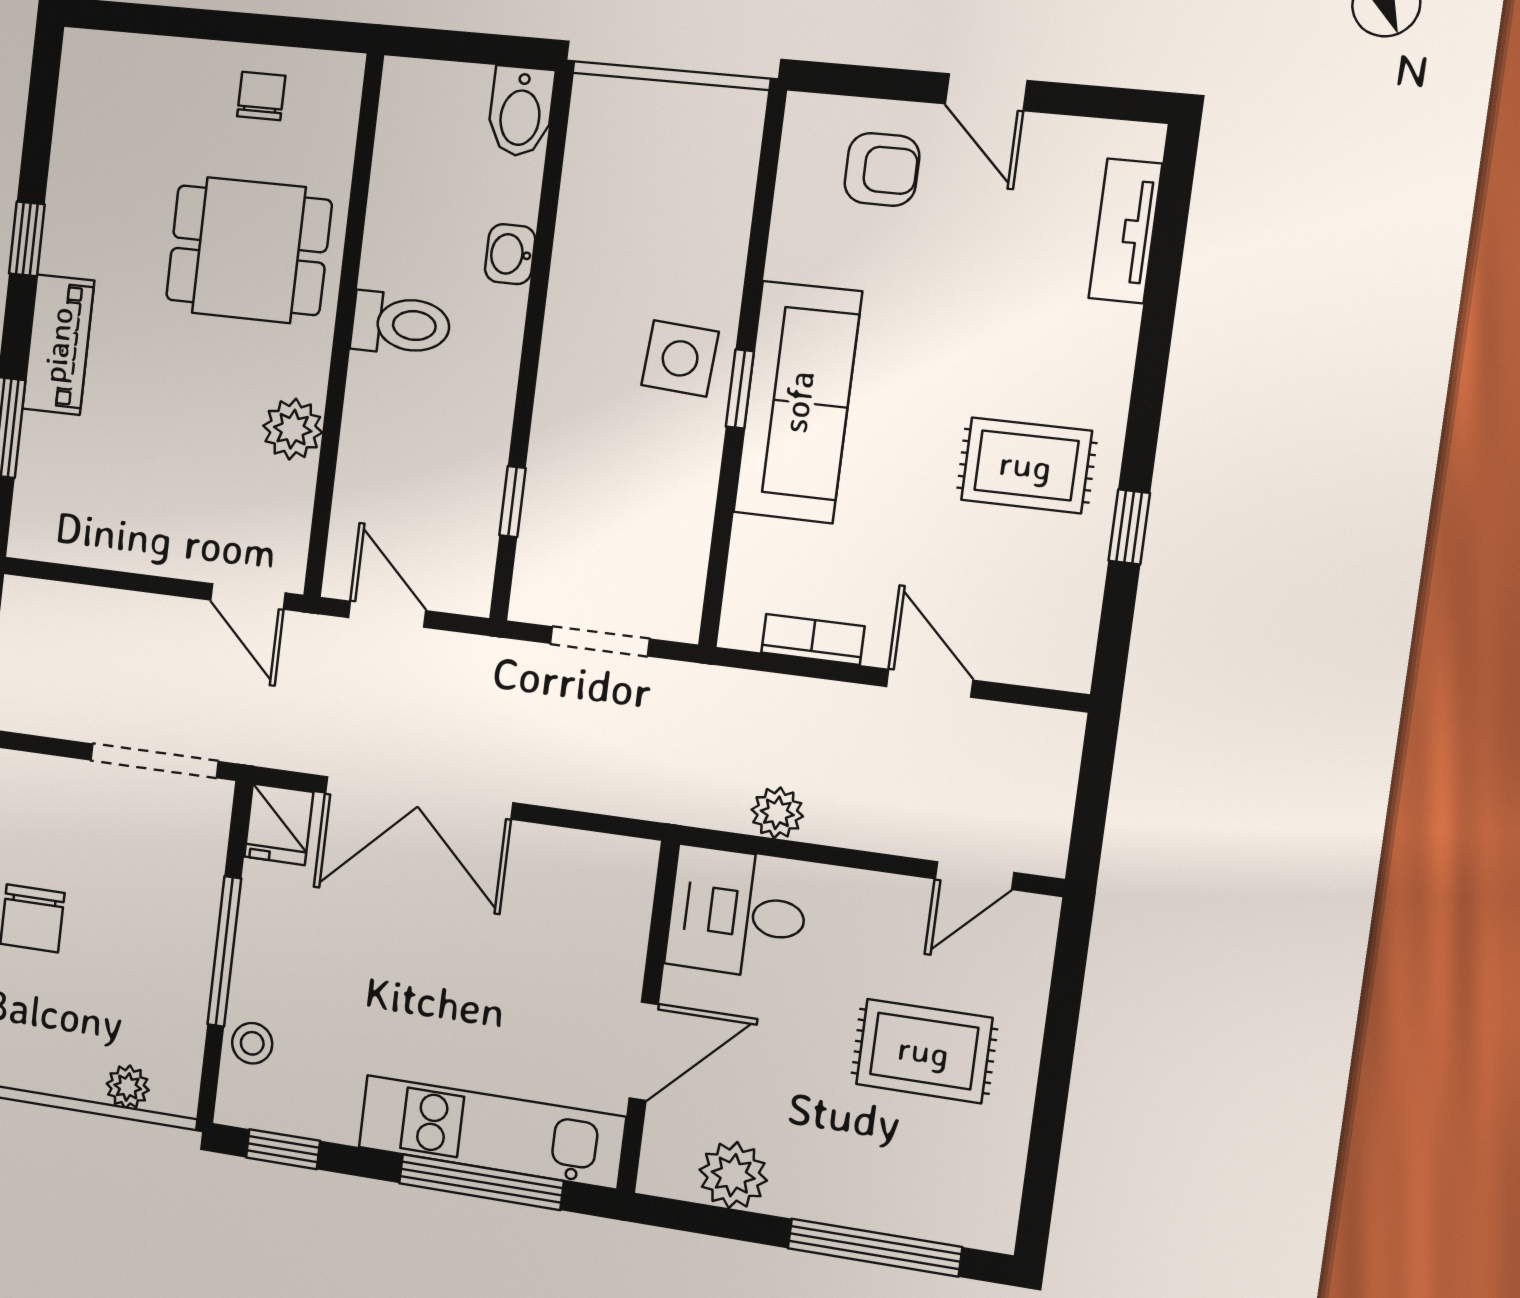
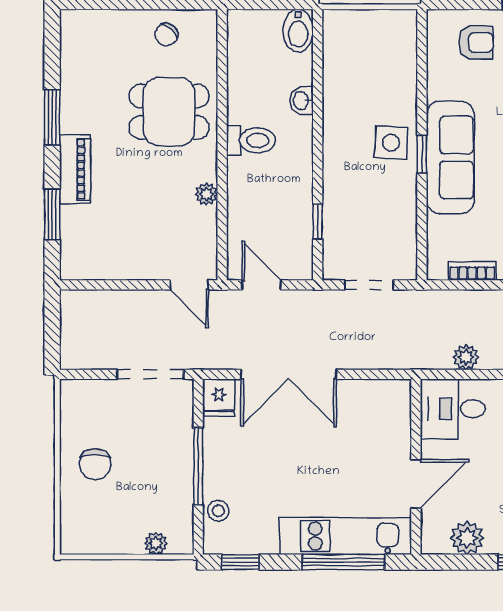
chair: (261, 96) -> (166, 35), turned -139
window: (27, 239) -> (52, 117), width x1.50
plant: (293, 429) -> (206, 194), width x0.73, depth x0.73

